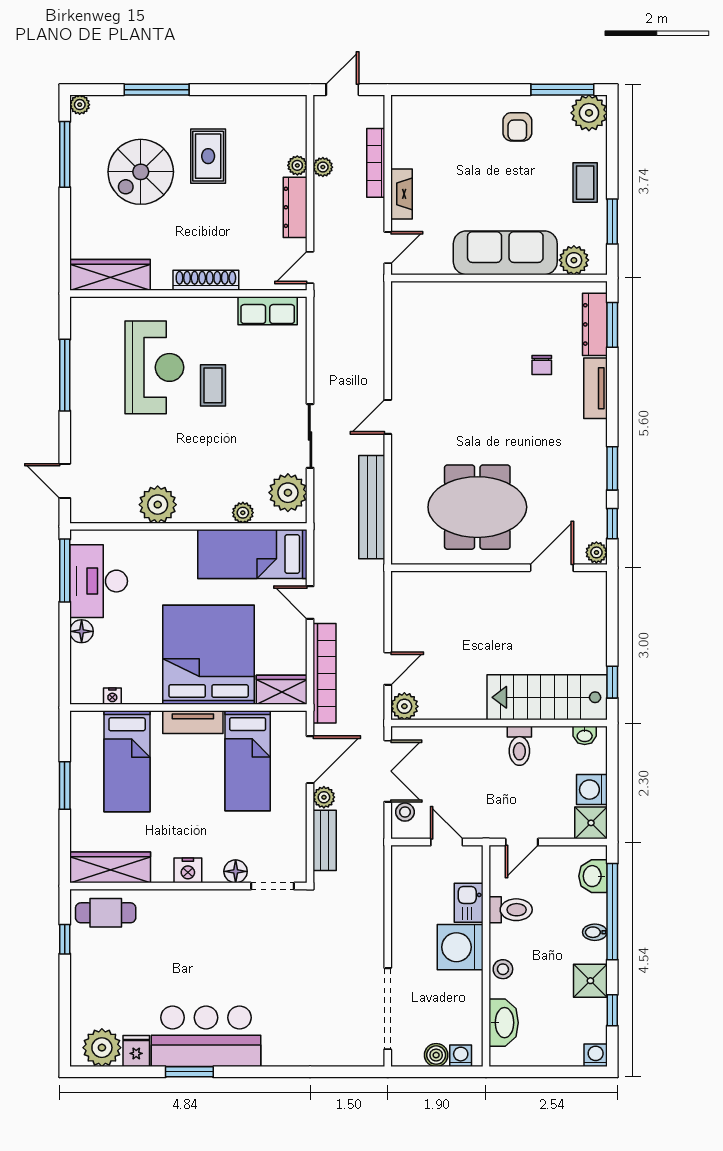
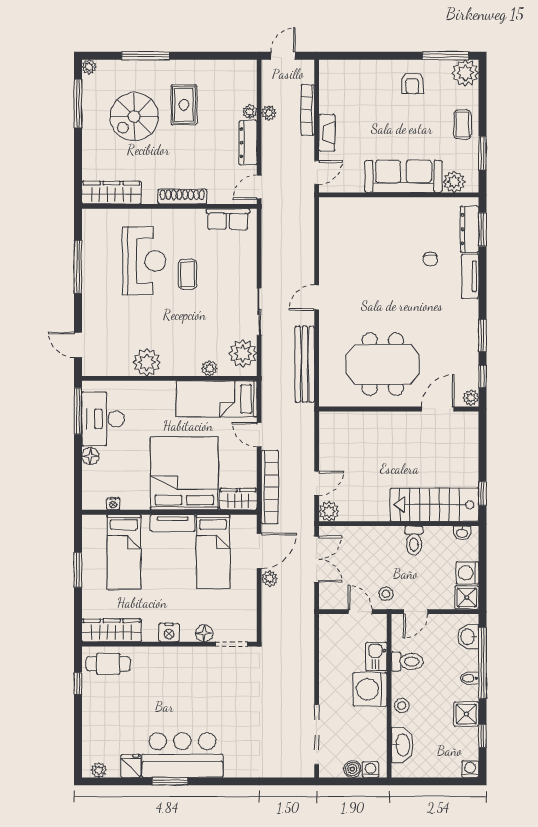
stool: (405, 812) -> (386, 594), moved
bench: (325, 840) -> (270, 610), removed
plant: (102, 1048) -> (99, 770), width x0.53, depth x0.53

